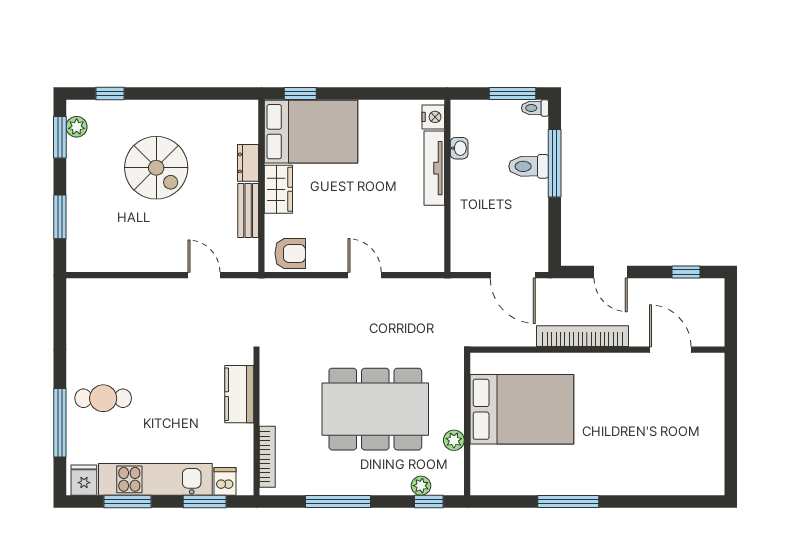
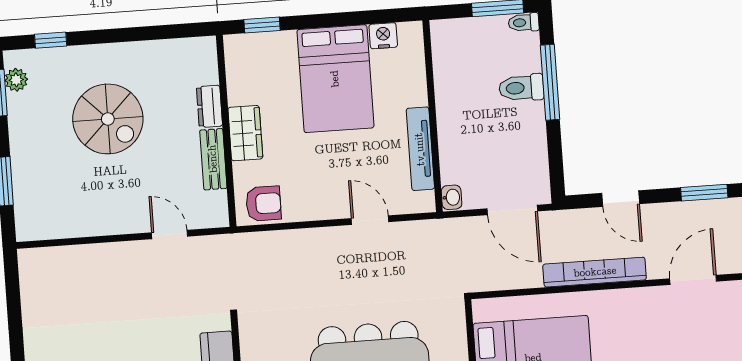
nightstand: (433, 117) -> (383, 36), moved, turned -90
bed: (311, 132) -> (335, 79), moved, turned 90
washbasin: (459, 148) -> (452, 197), moved
tv unit: (434, 168) -> (420, 149), moved
window: (686, 272) -> (704, 193), width x1.50
door: (365, 275) -> (370, 220), moved
door: (670, 350) -> (693, 280), hinge flipped

